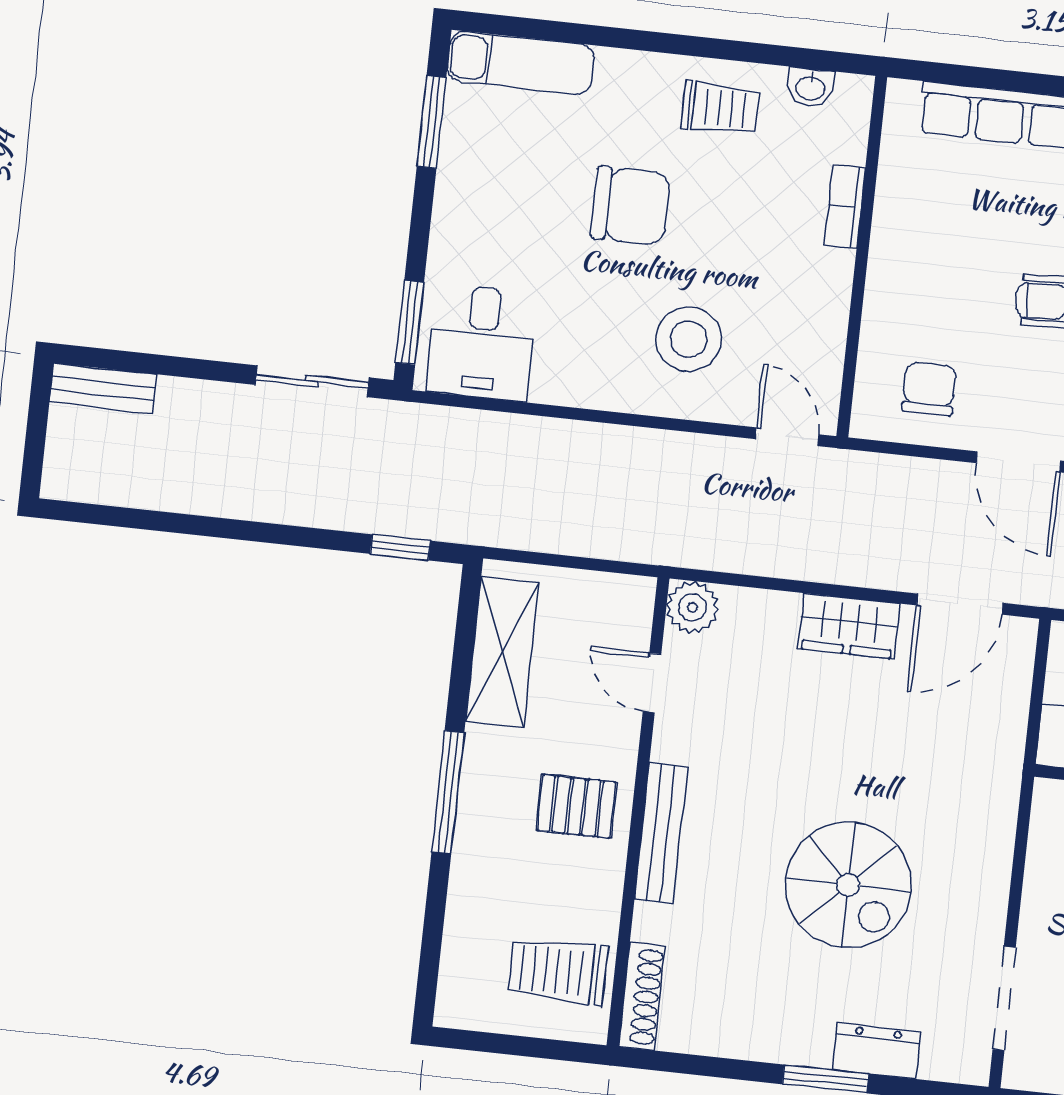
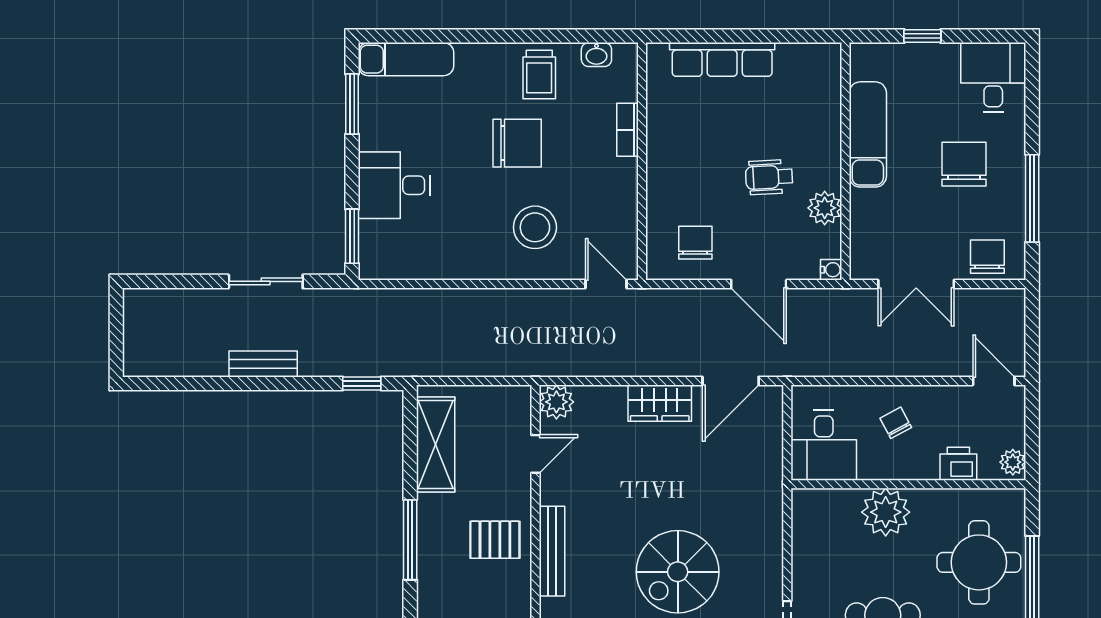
trolley: (720, 108) -> (539, 74), turned 90
chair: (630, 206) -> (517, 143), moved
desk: (482, 343) -> (394, 185), moved, turned 90
sliding door: (312, 381) -> (266, 281), moved
bench: (103, 388) -> (263, 364), moved
door: (652, 683) -> (535, 454), swing flipped
spiral stairs: (848, 885) -> (678, 572), turned 90

